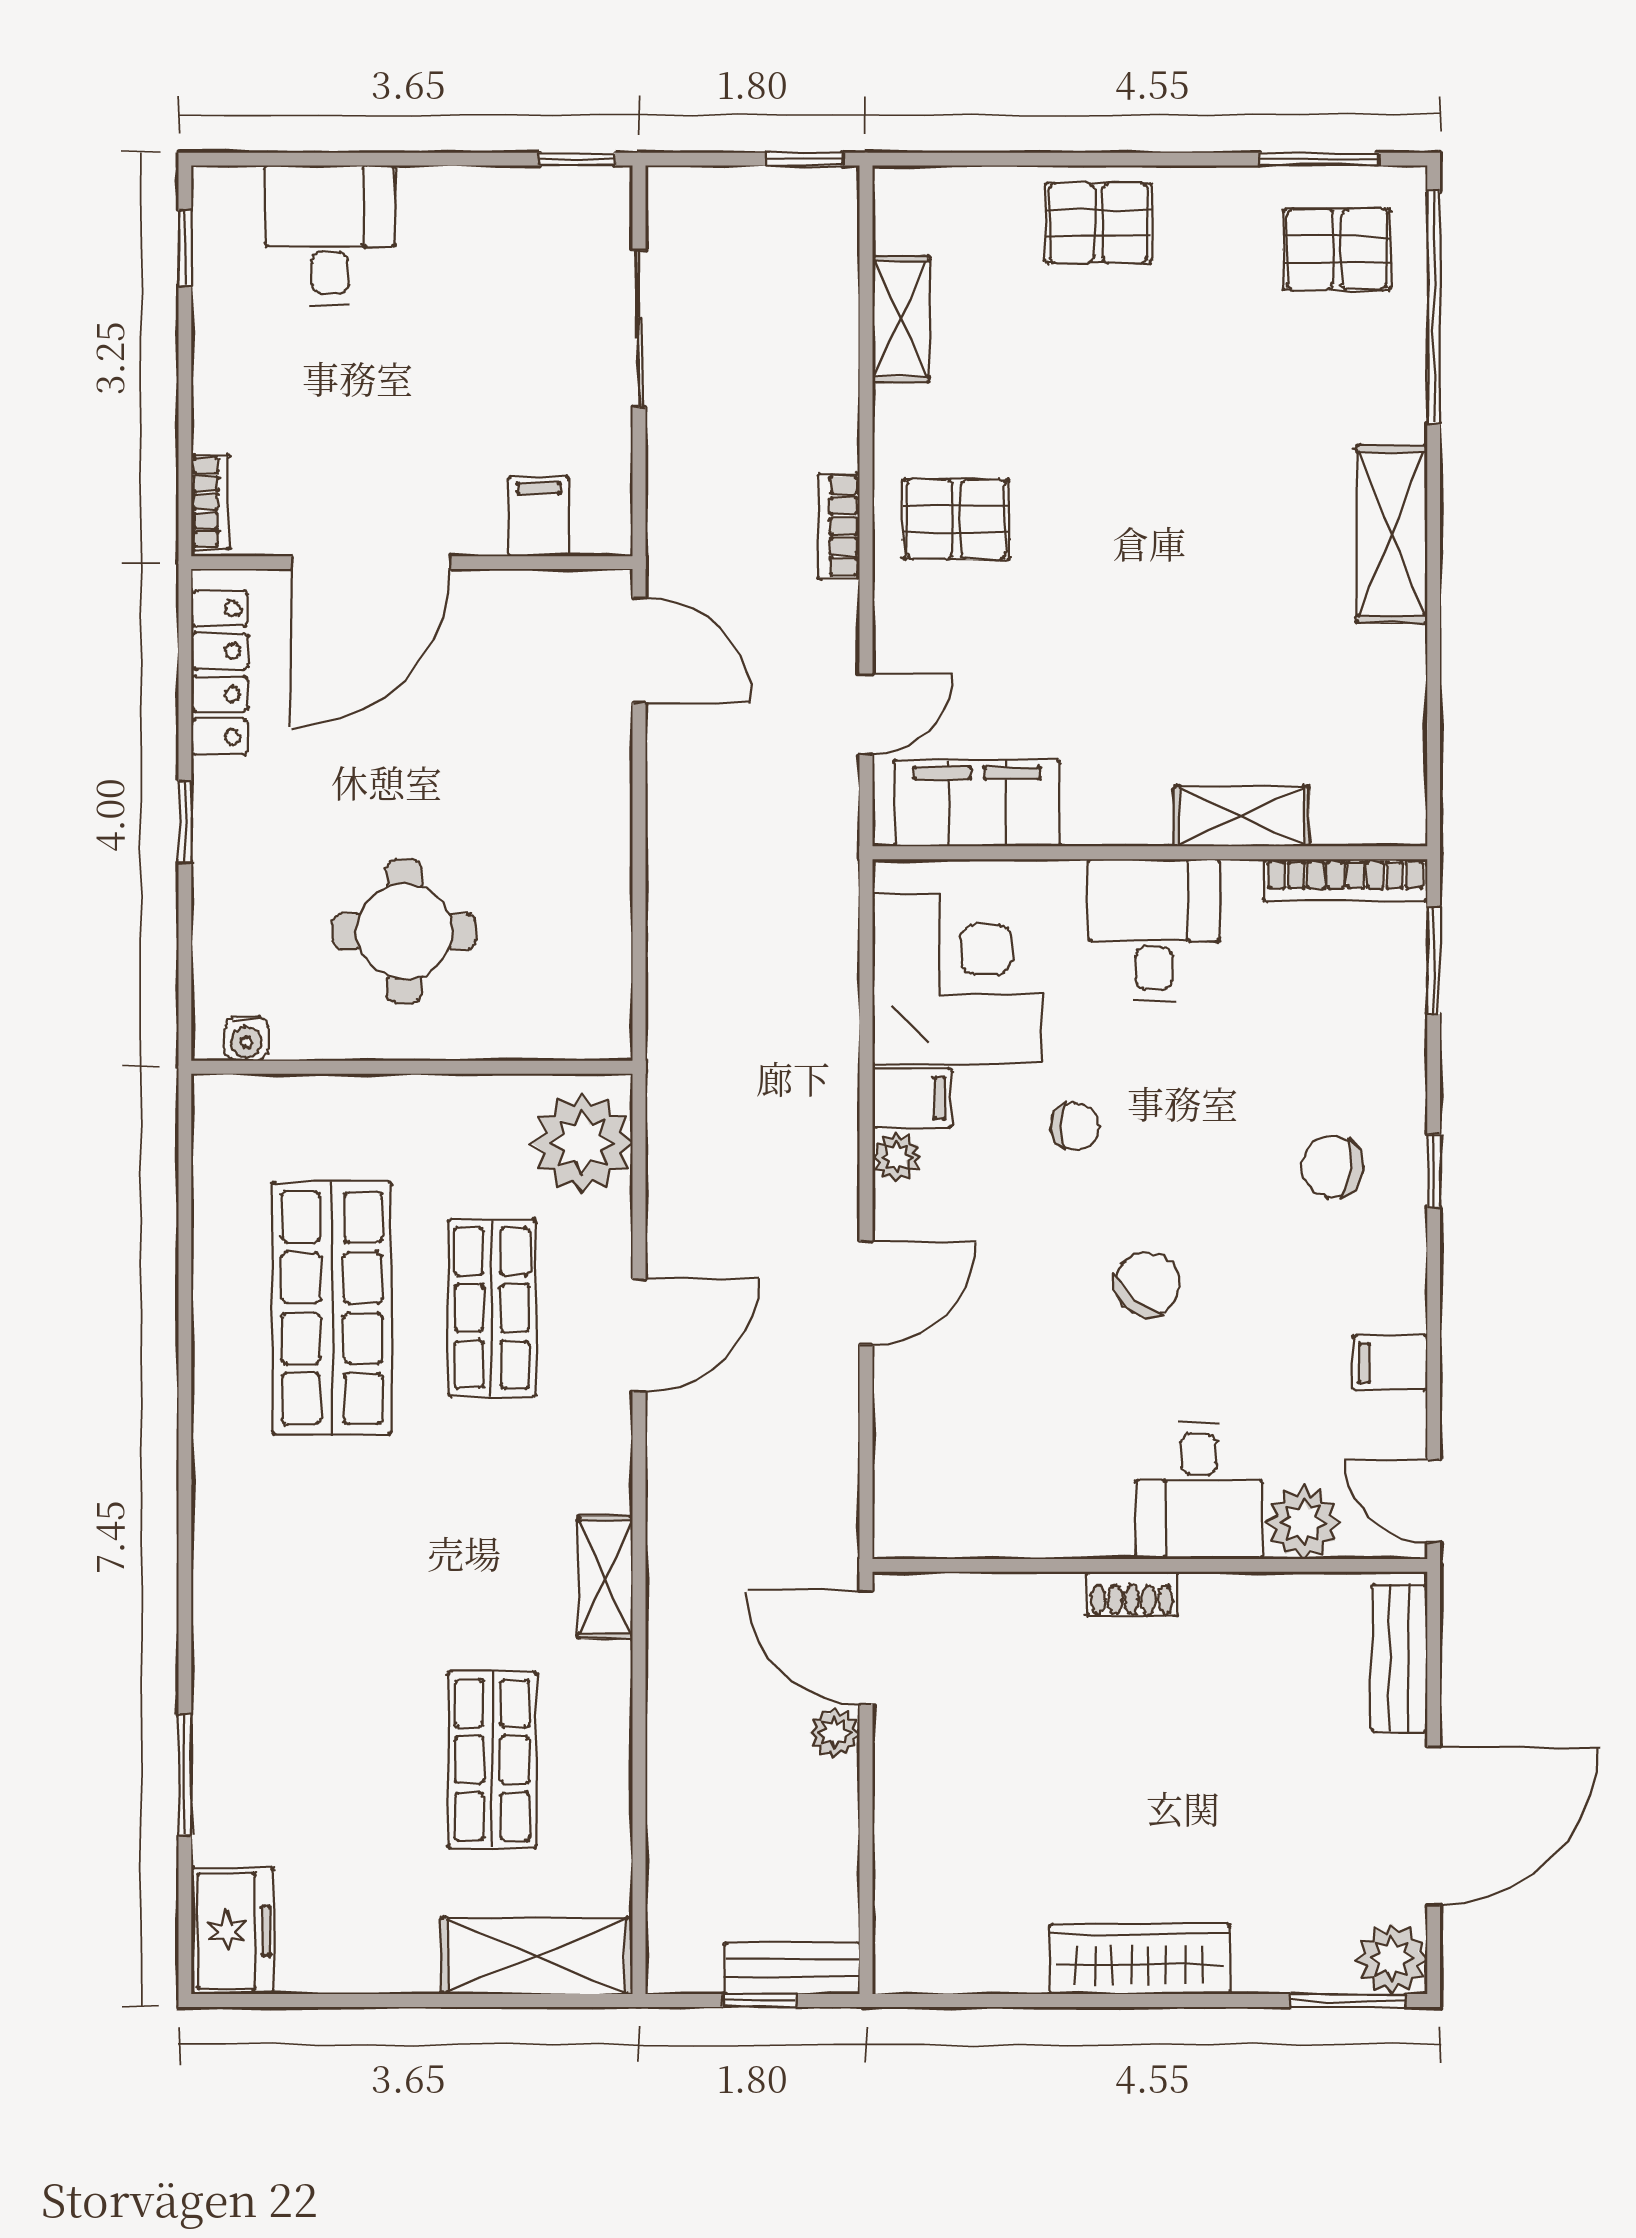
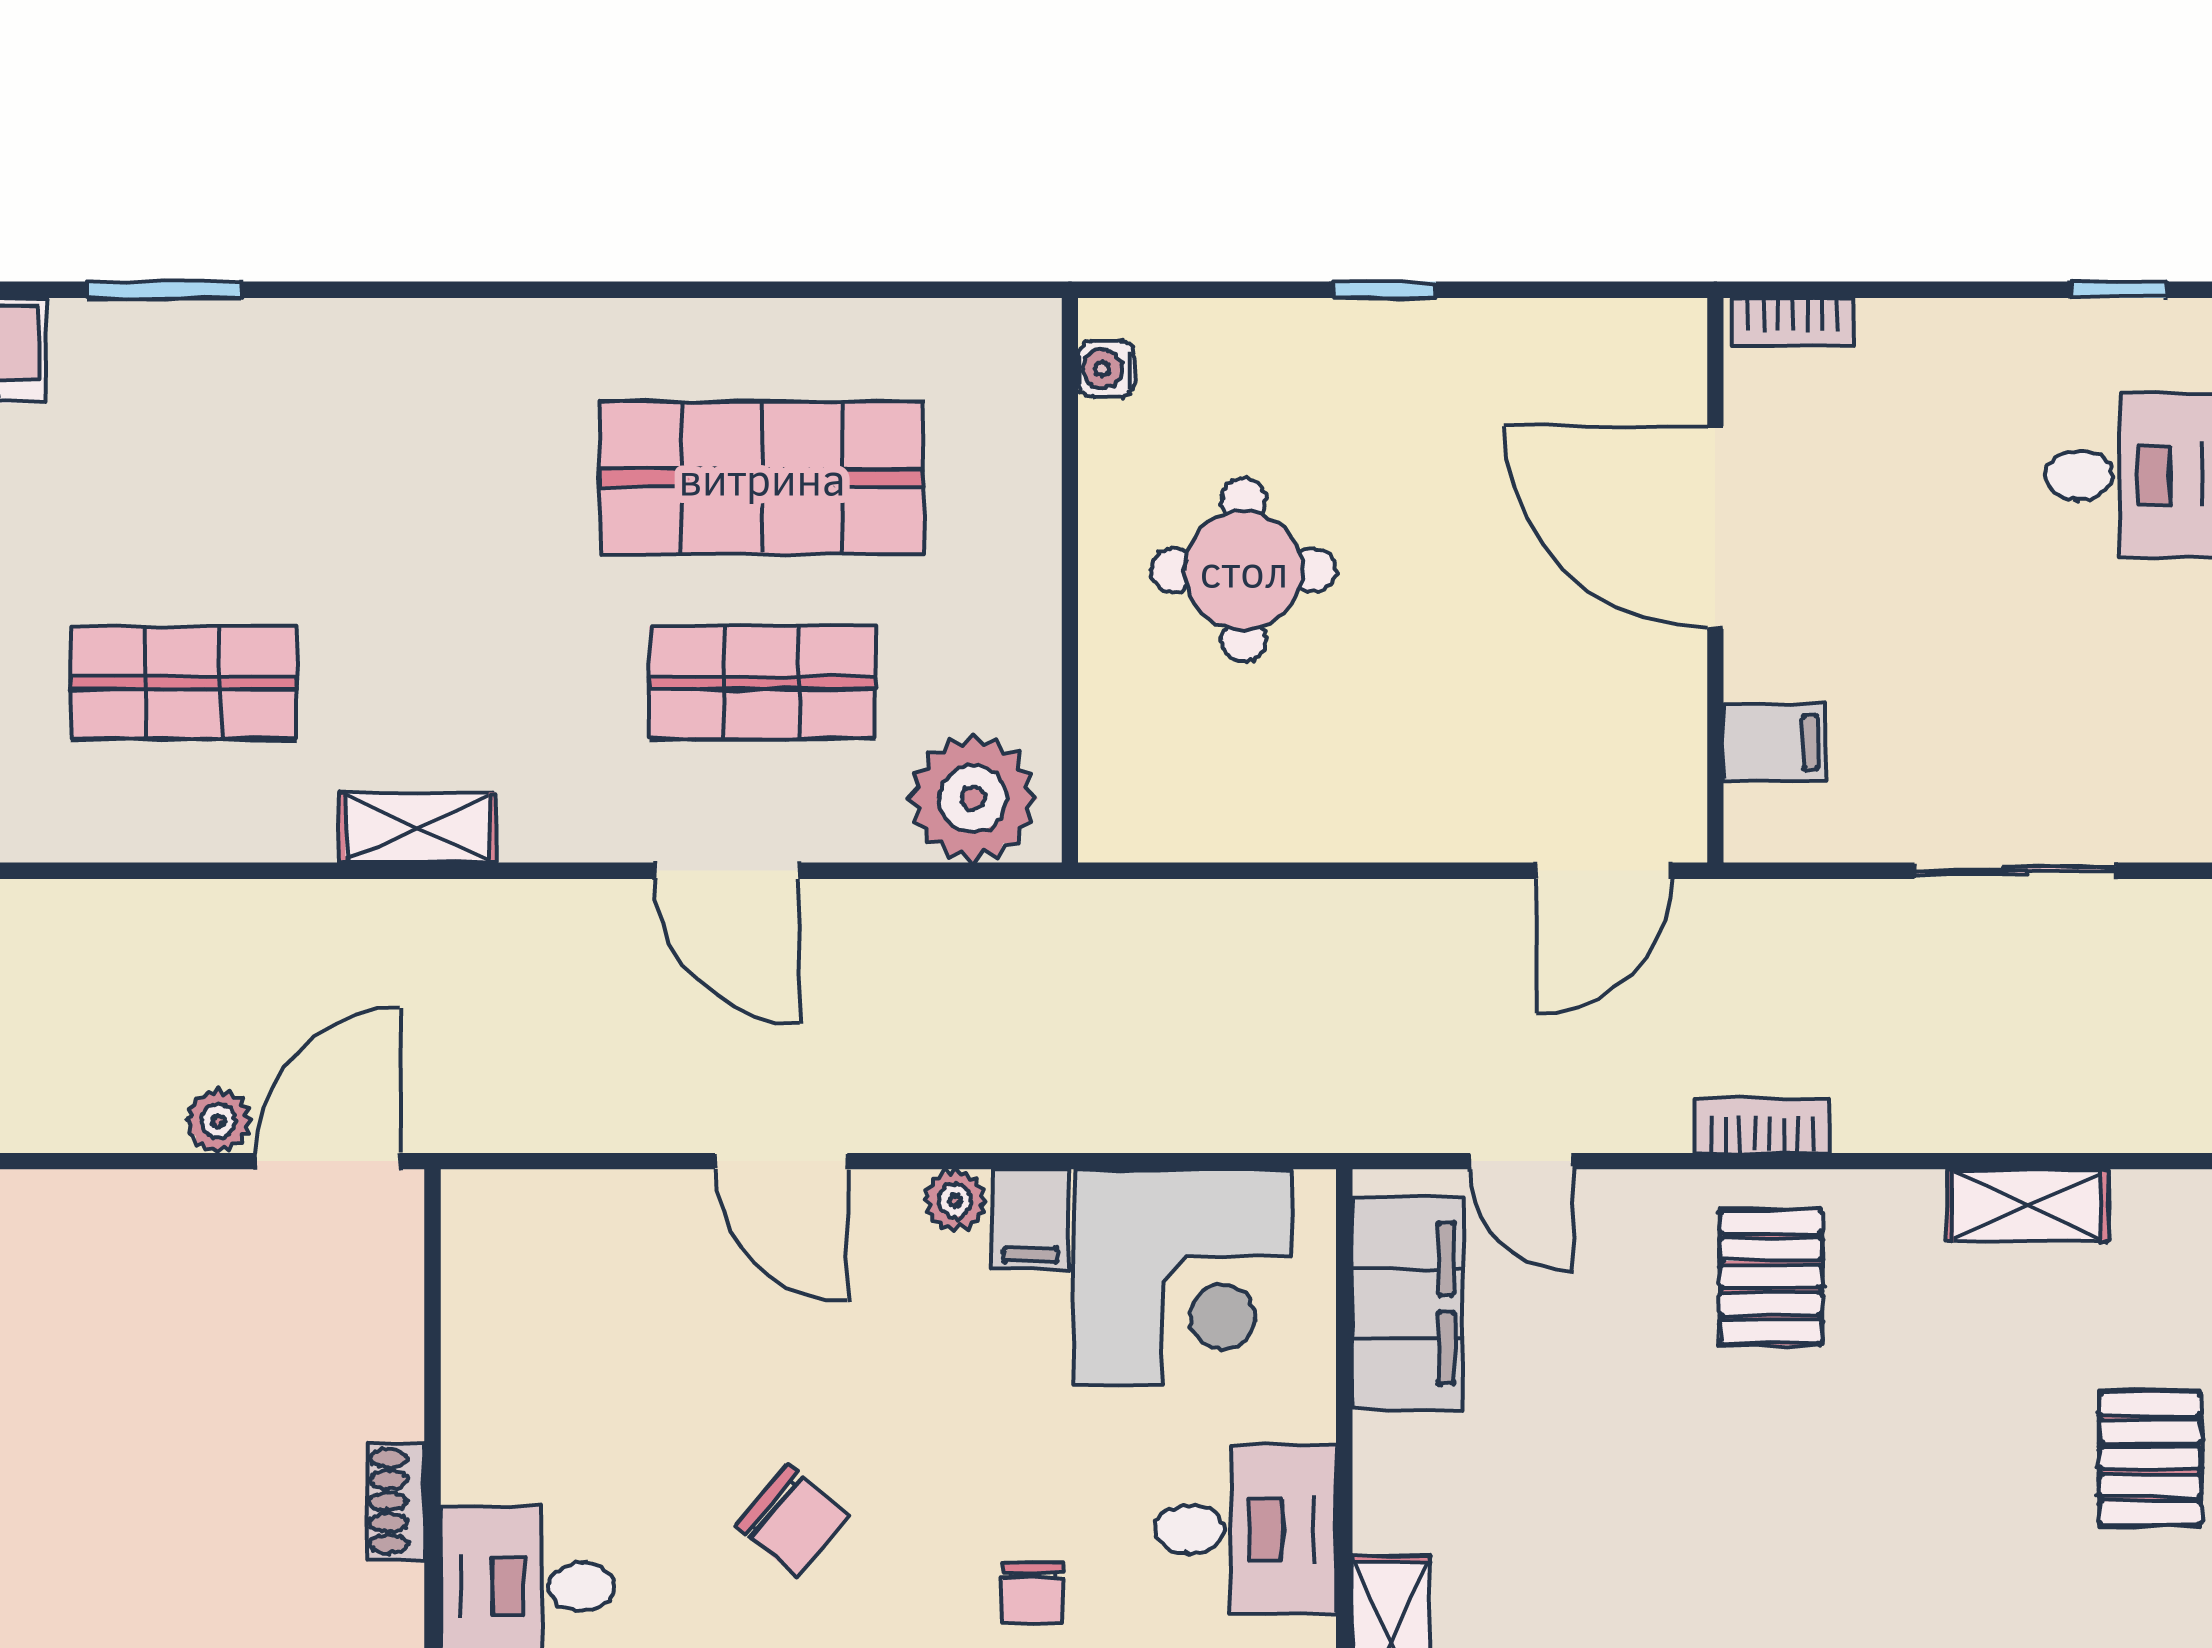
locker: (220, 673) -> (1575, 334), removed
chair: (1075, 1127) -> (1033, 1593), moved

